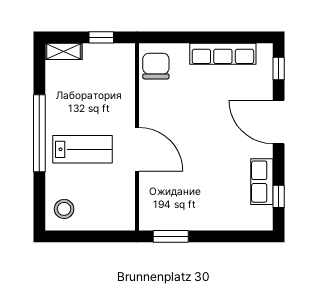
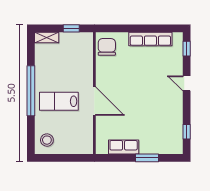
door: (279, 122) -> (187, 83), width x0.53
lab bench: (82, 149) -> (59, 101), turned 180
row of seats: (262, 182) -> (124, 147), moved, turned 90
window: (171, 236) -> (147, 158), moved

